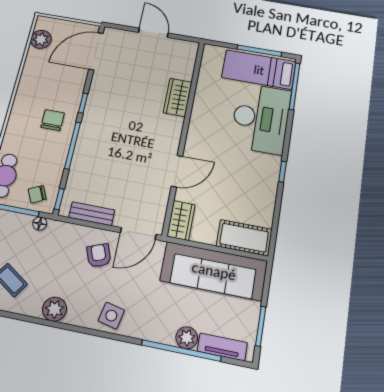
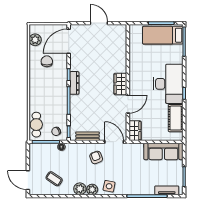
wardrobe: (178, 97) -> (120, 84), moved
dresser: (90, 118) -> (74, 83), added
desk: (261, 118) -> (168, 84), moved
chair: (53, 120) -> (47, 61), moved
door: (138, 233) -> (114, 142), swing flipped
cot: (244, 238) -> (176, 118), moved, turned 90
sofa: (214, 271) -> (163, 151), width x0.74, depth x0.79
plant: (187, 338) -> (92, 189), moved

